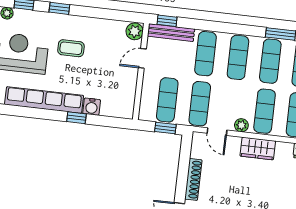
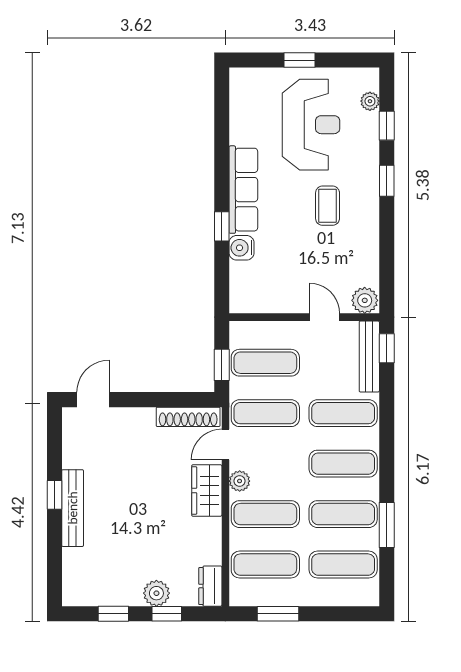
row of seats: (44, 100) -> (243, 190), width x0.73
wardrobe: (258, 149) -> (207, 490), moved
shoe rack: (193, 179) -> (188, 417), moved

